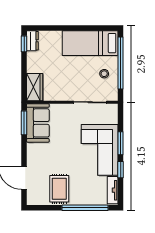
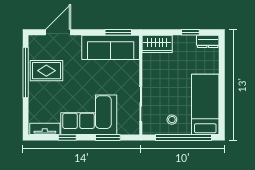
window: (24, 44) -> (190, 32), moved
sofa: (38, 123) -> (111, 47), width x1.36
window: (121, 143) -> (108, 137), moved
window: (85, 208) -> (26, 72), moved

